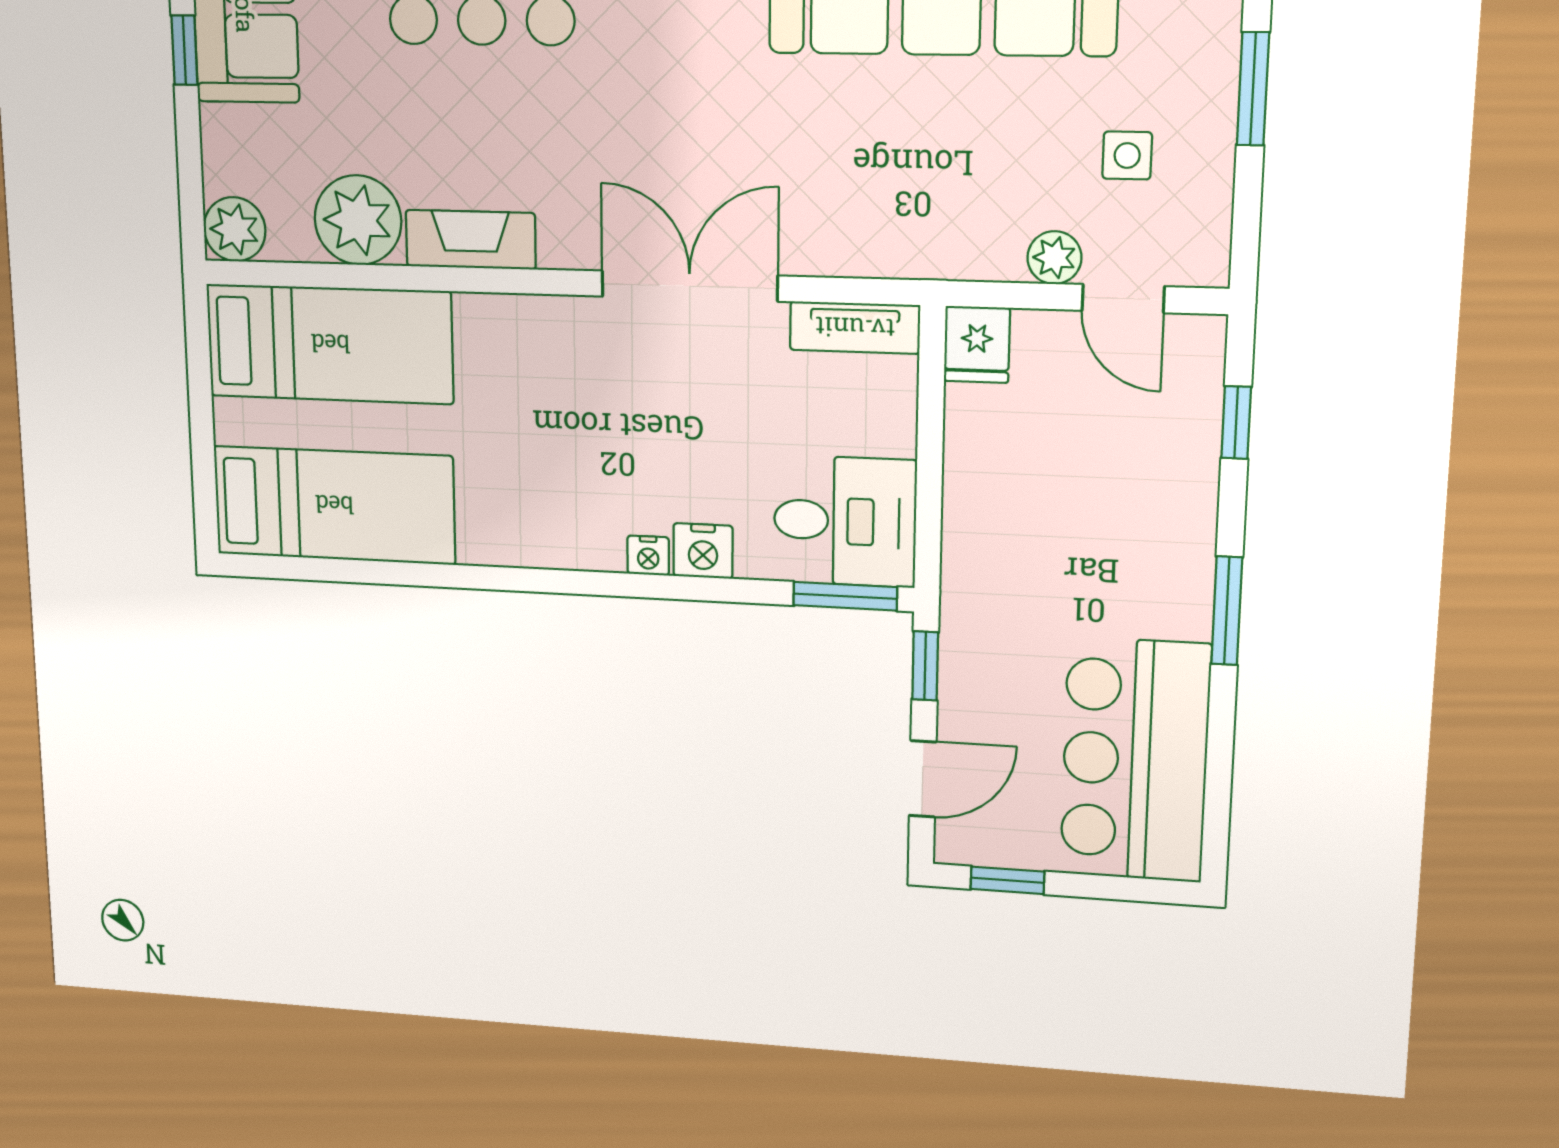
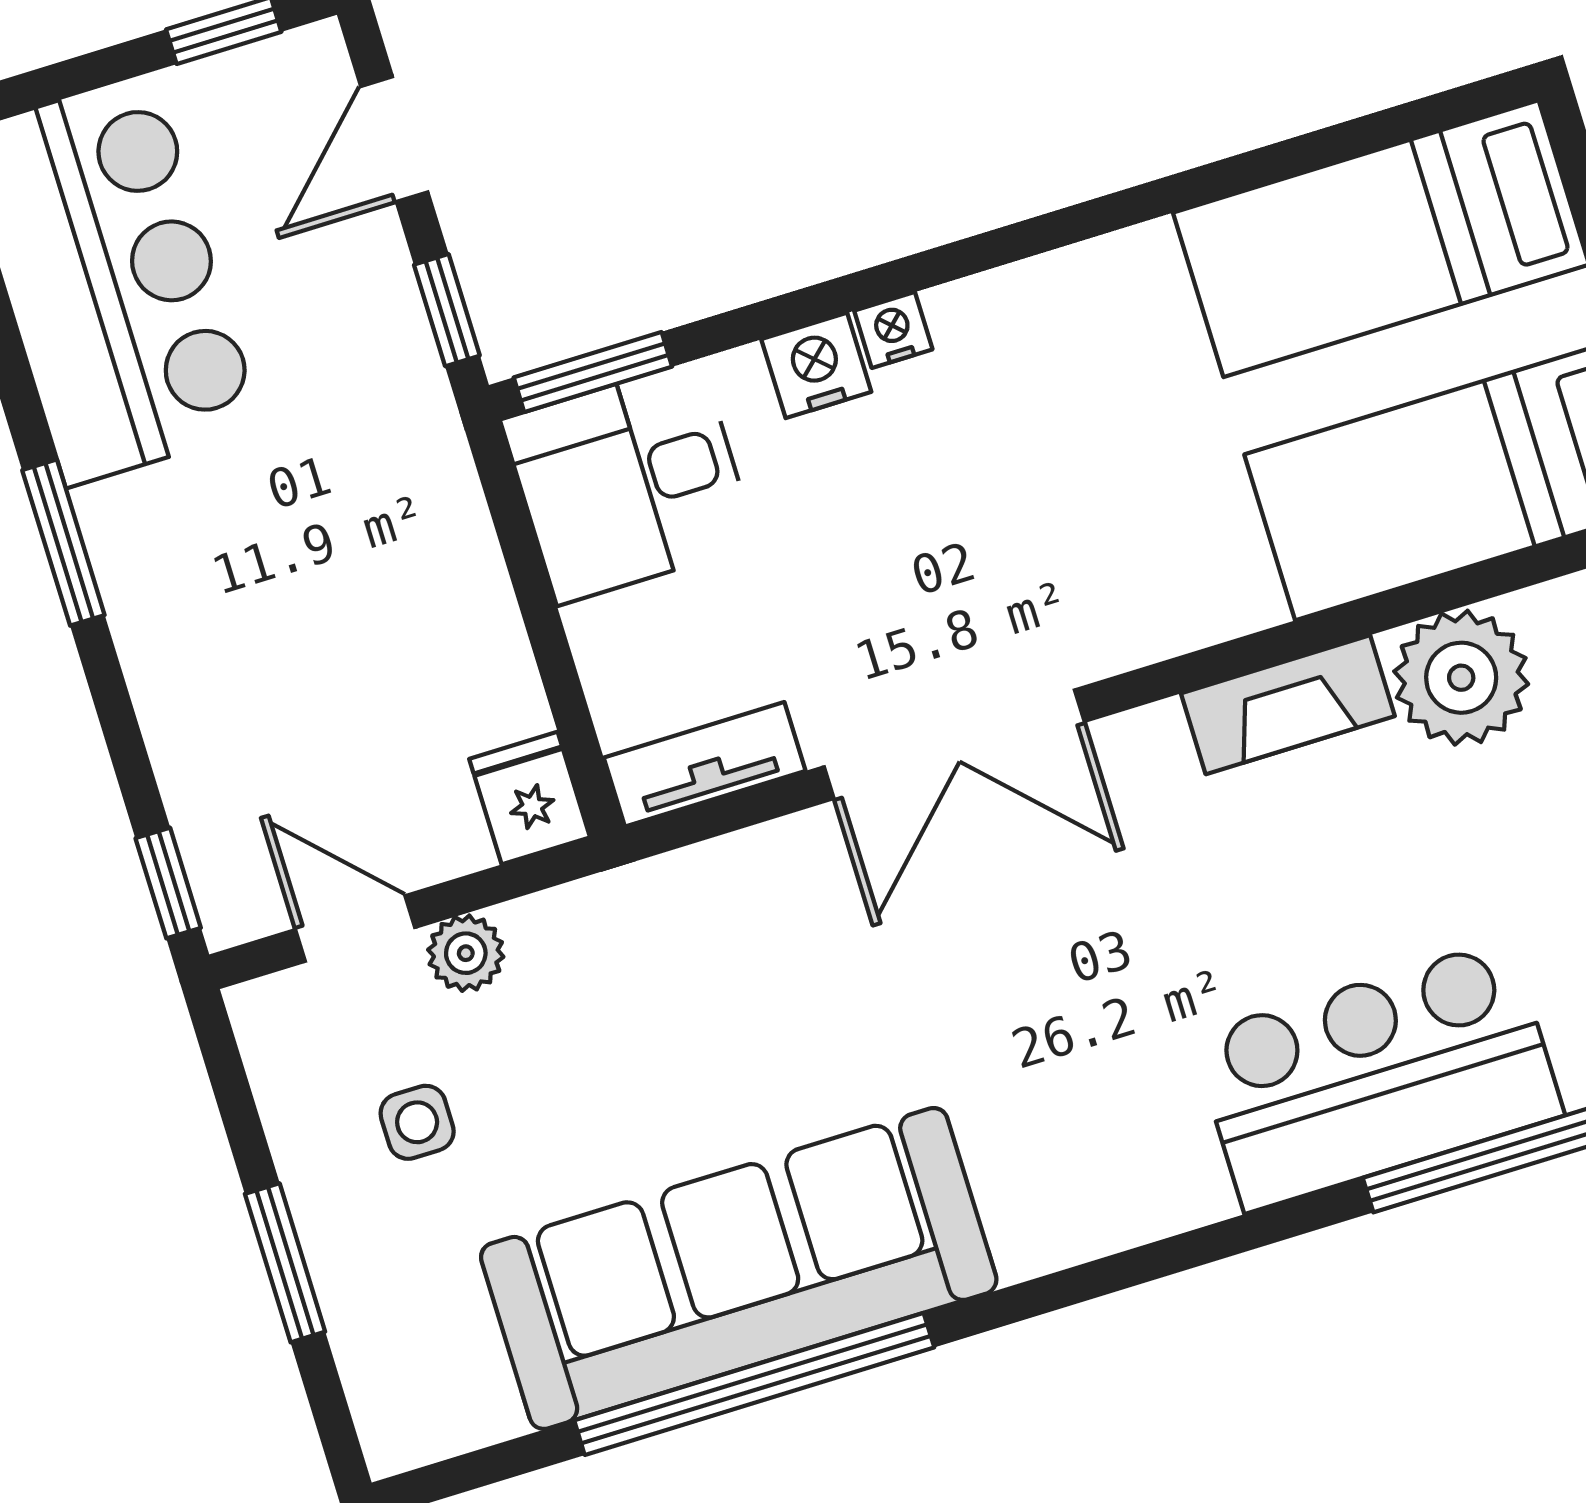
window: (1236, 422) -> (168, 883), moved

